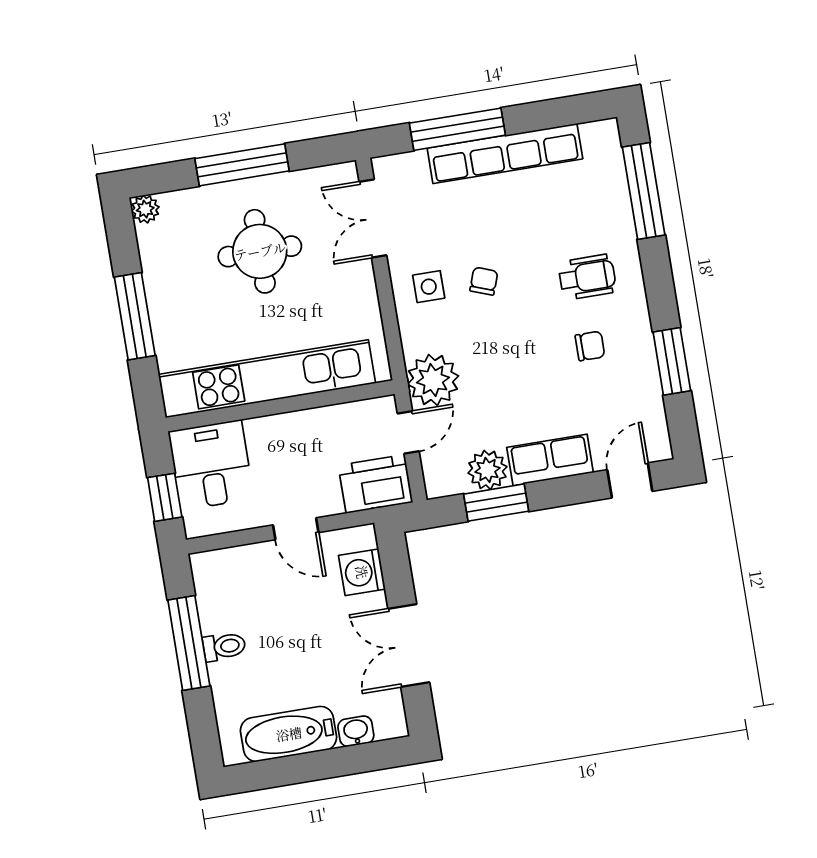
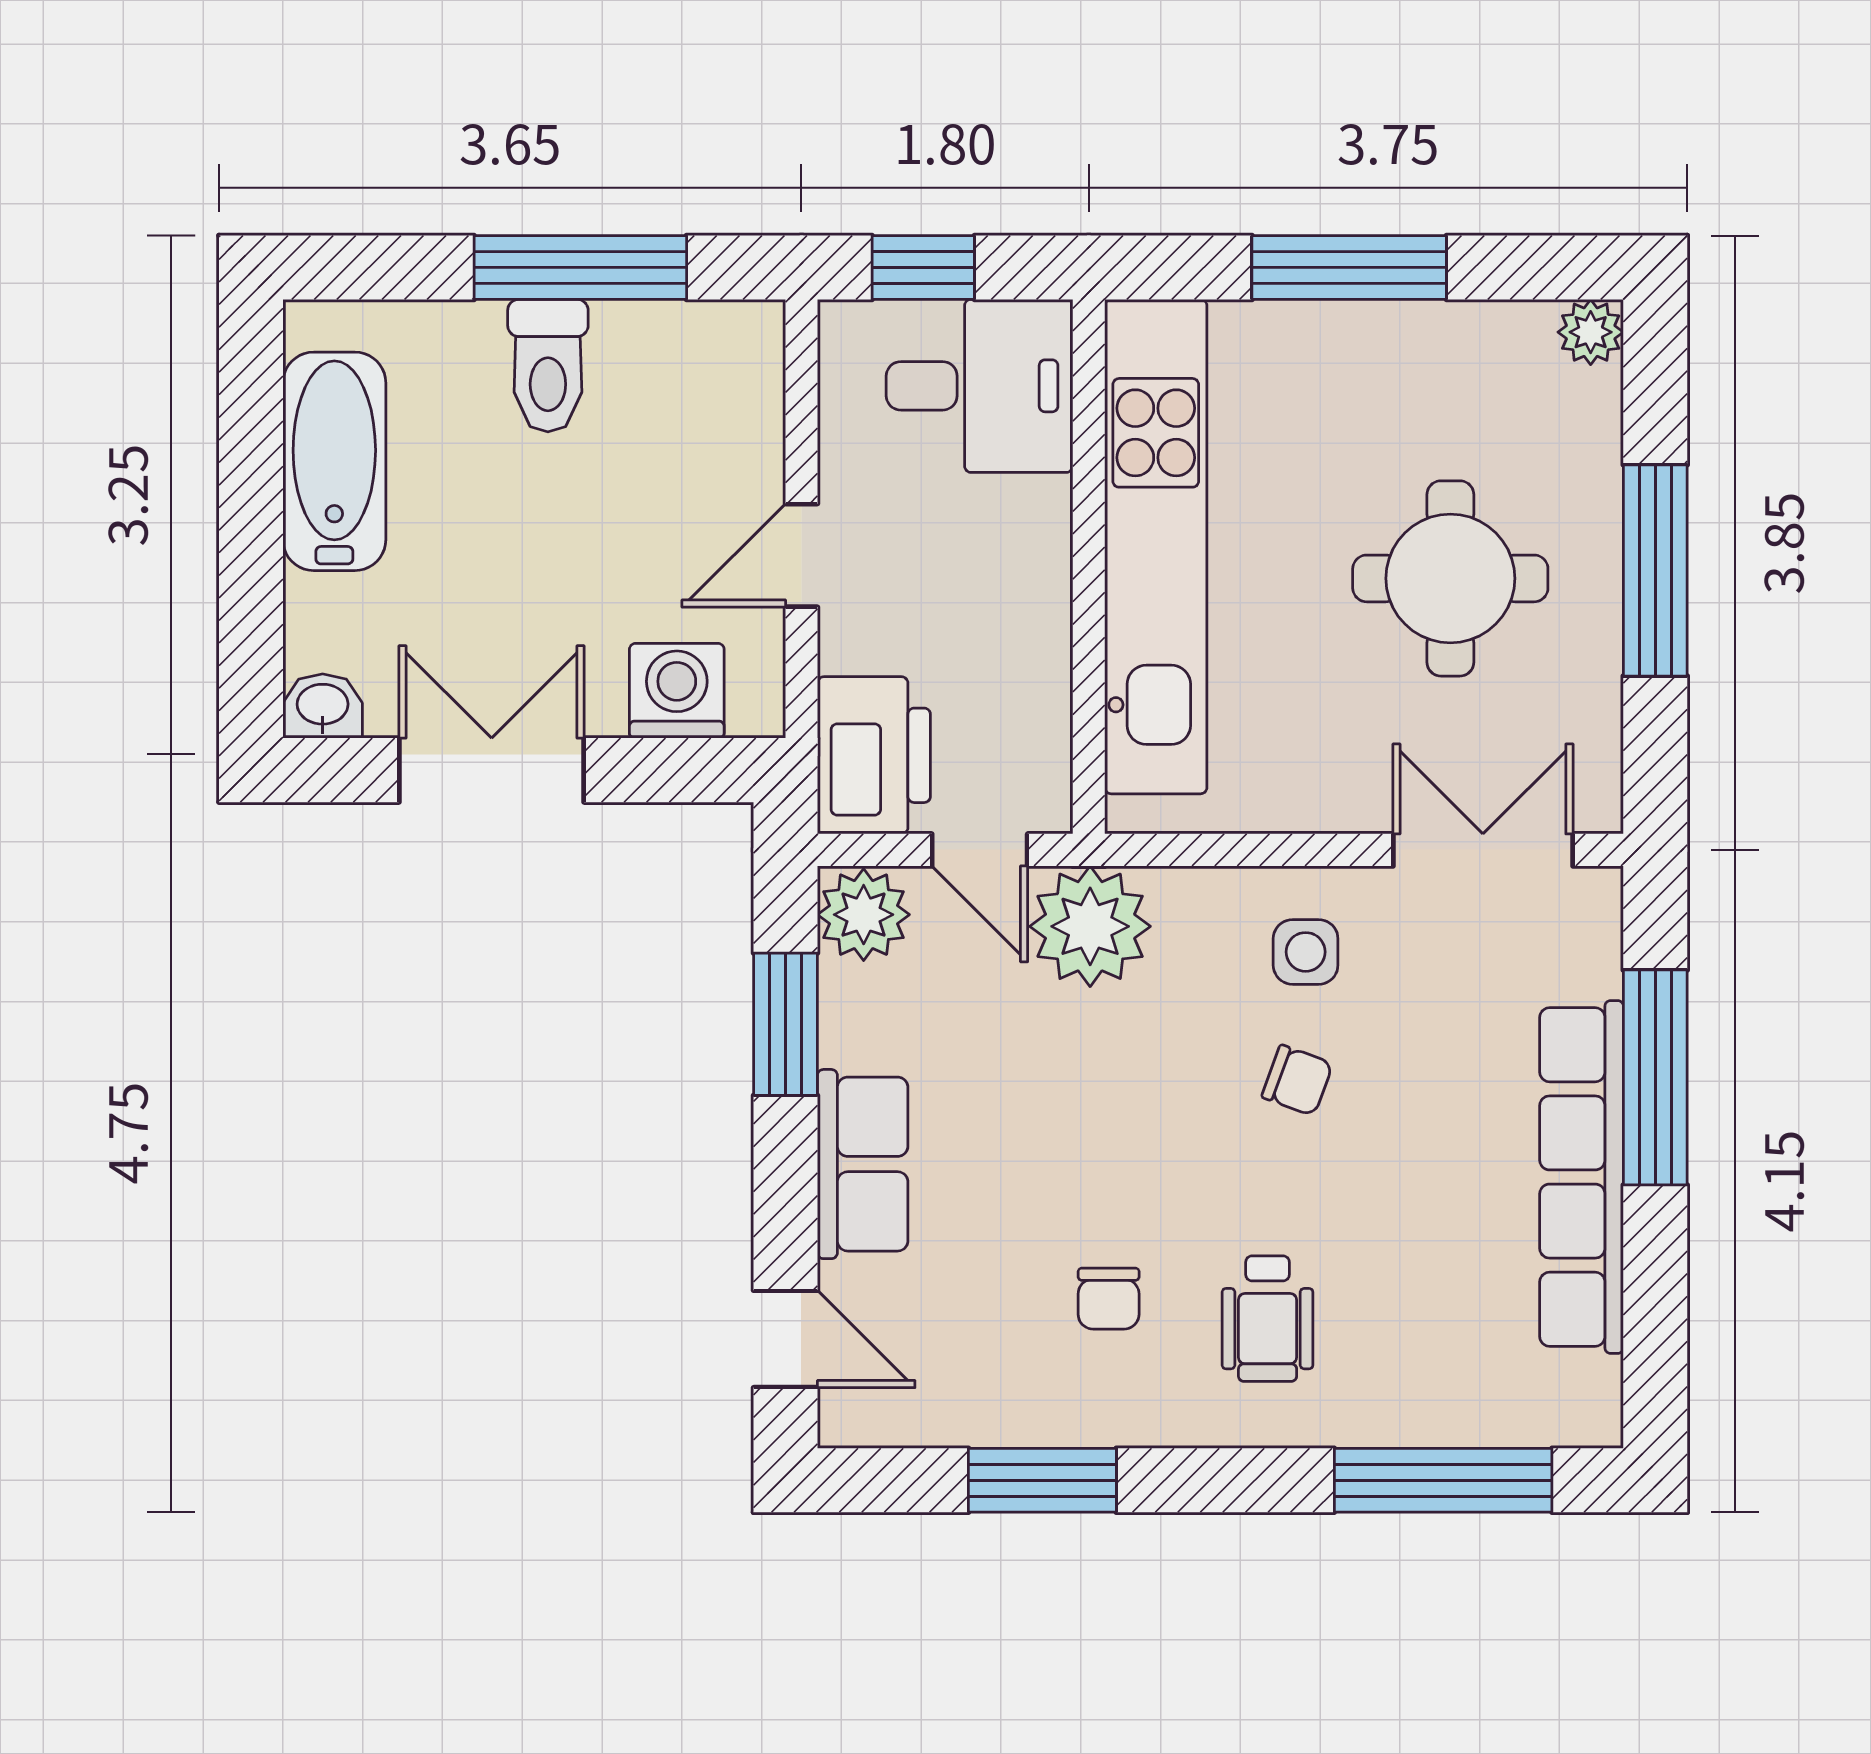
plant: (487, 470) -> (864, 915), moved
toilet: (224, 647) -> (548, 366), width x1.37, depth x1.39
washbasin: (356, 731) -> (323, 706), moved, turned -90

